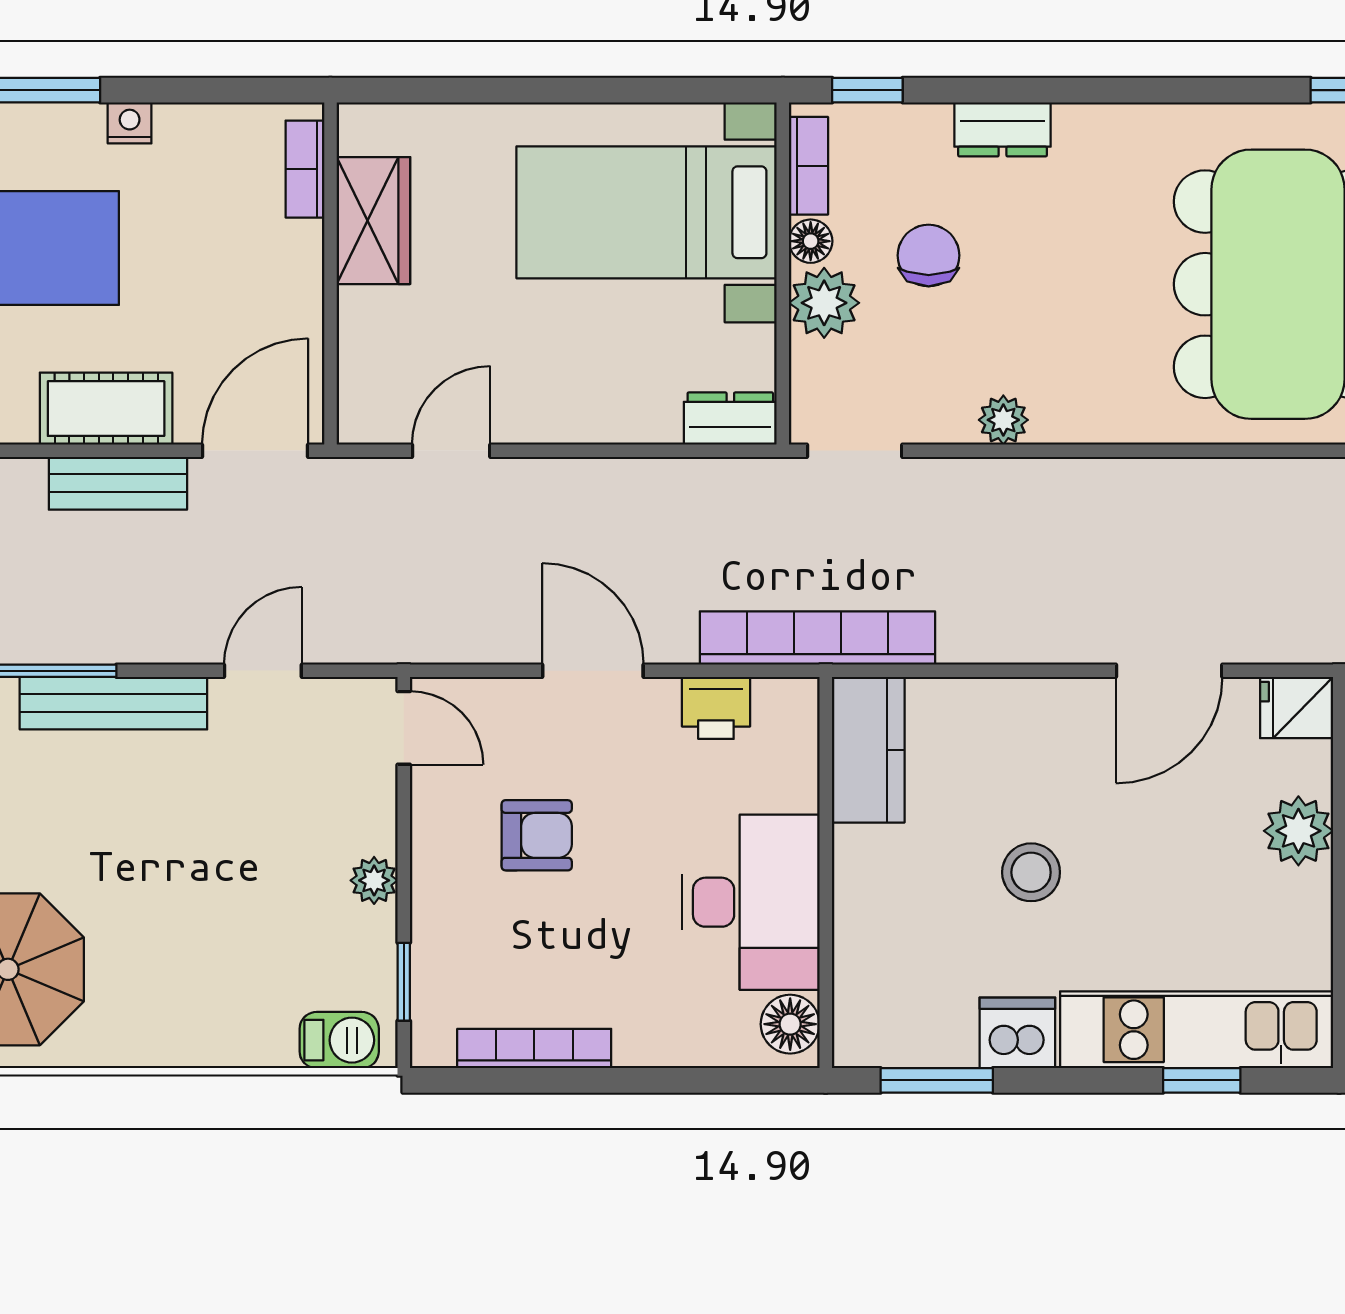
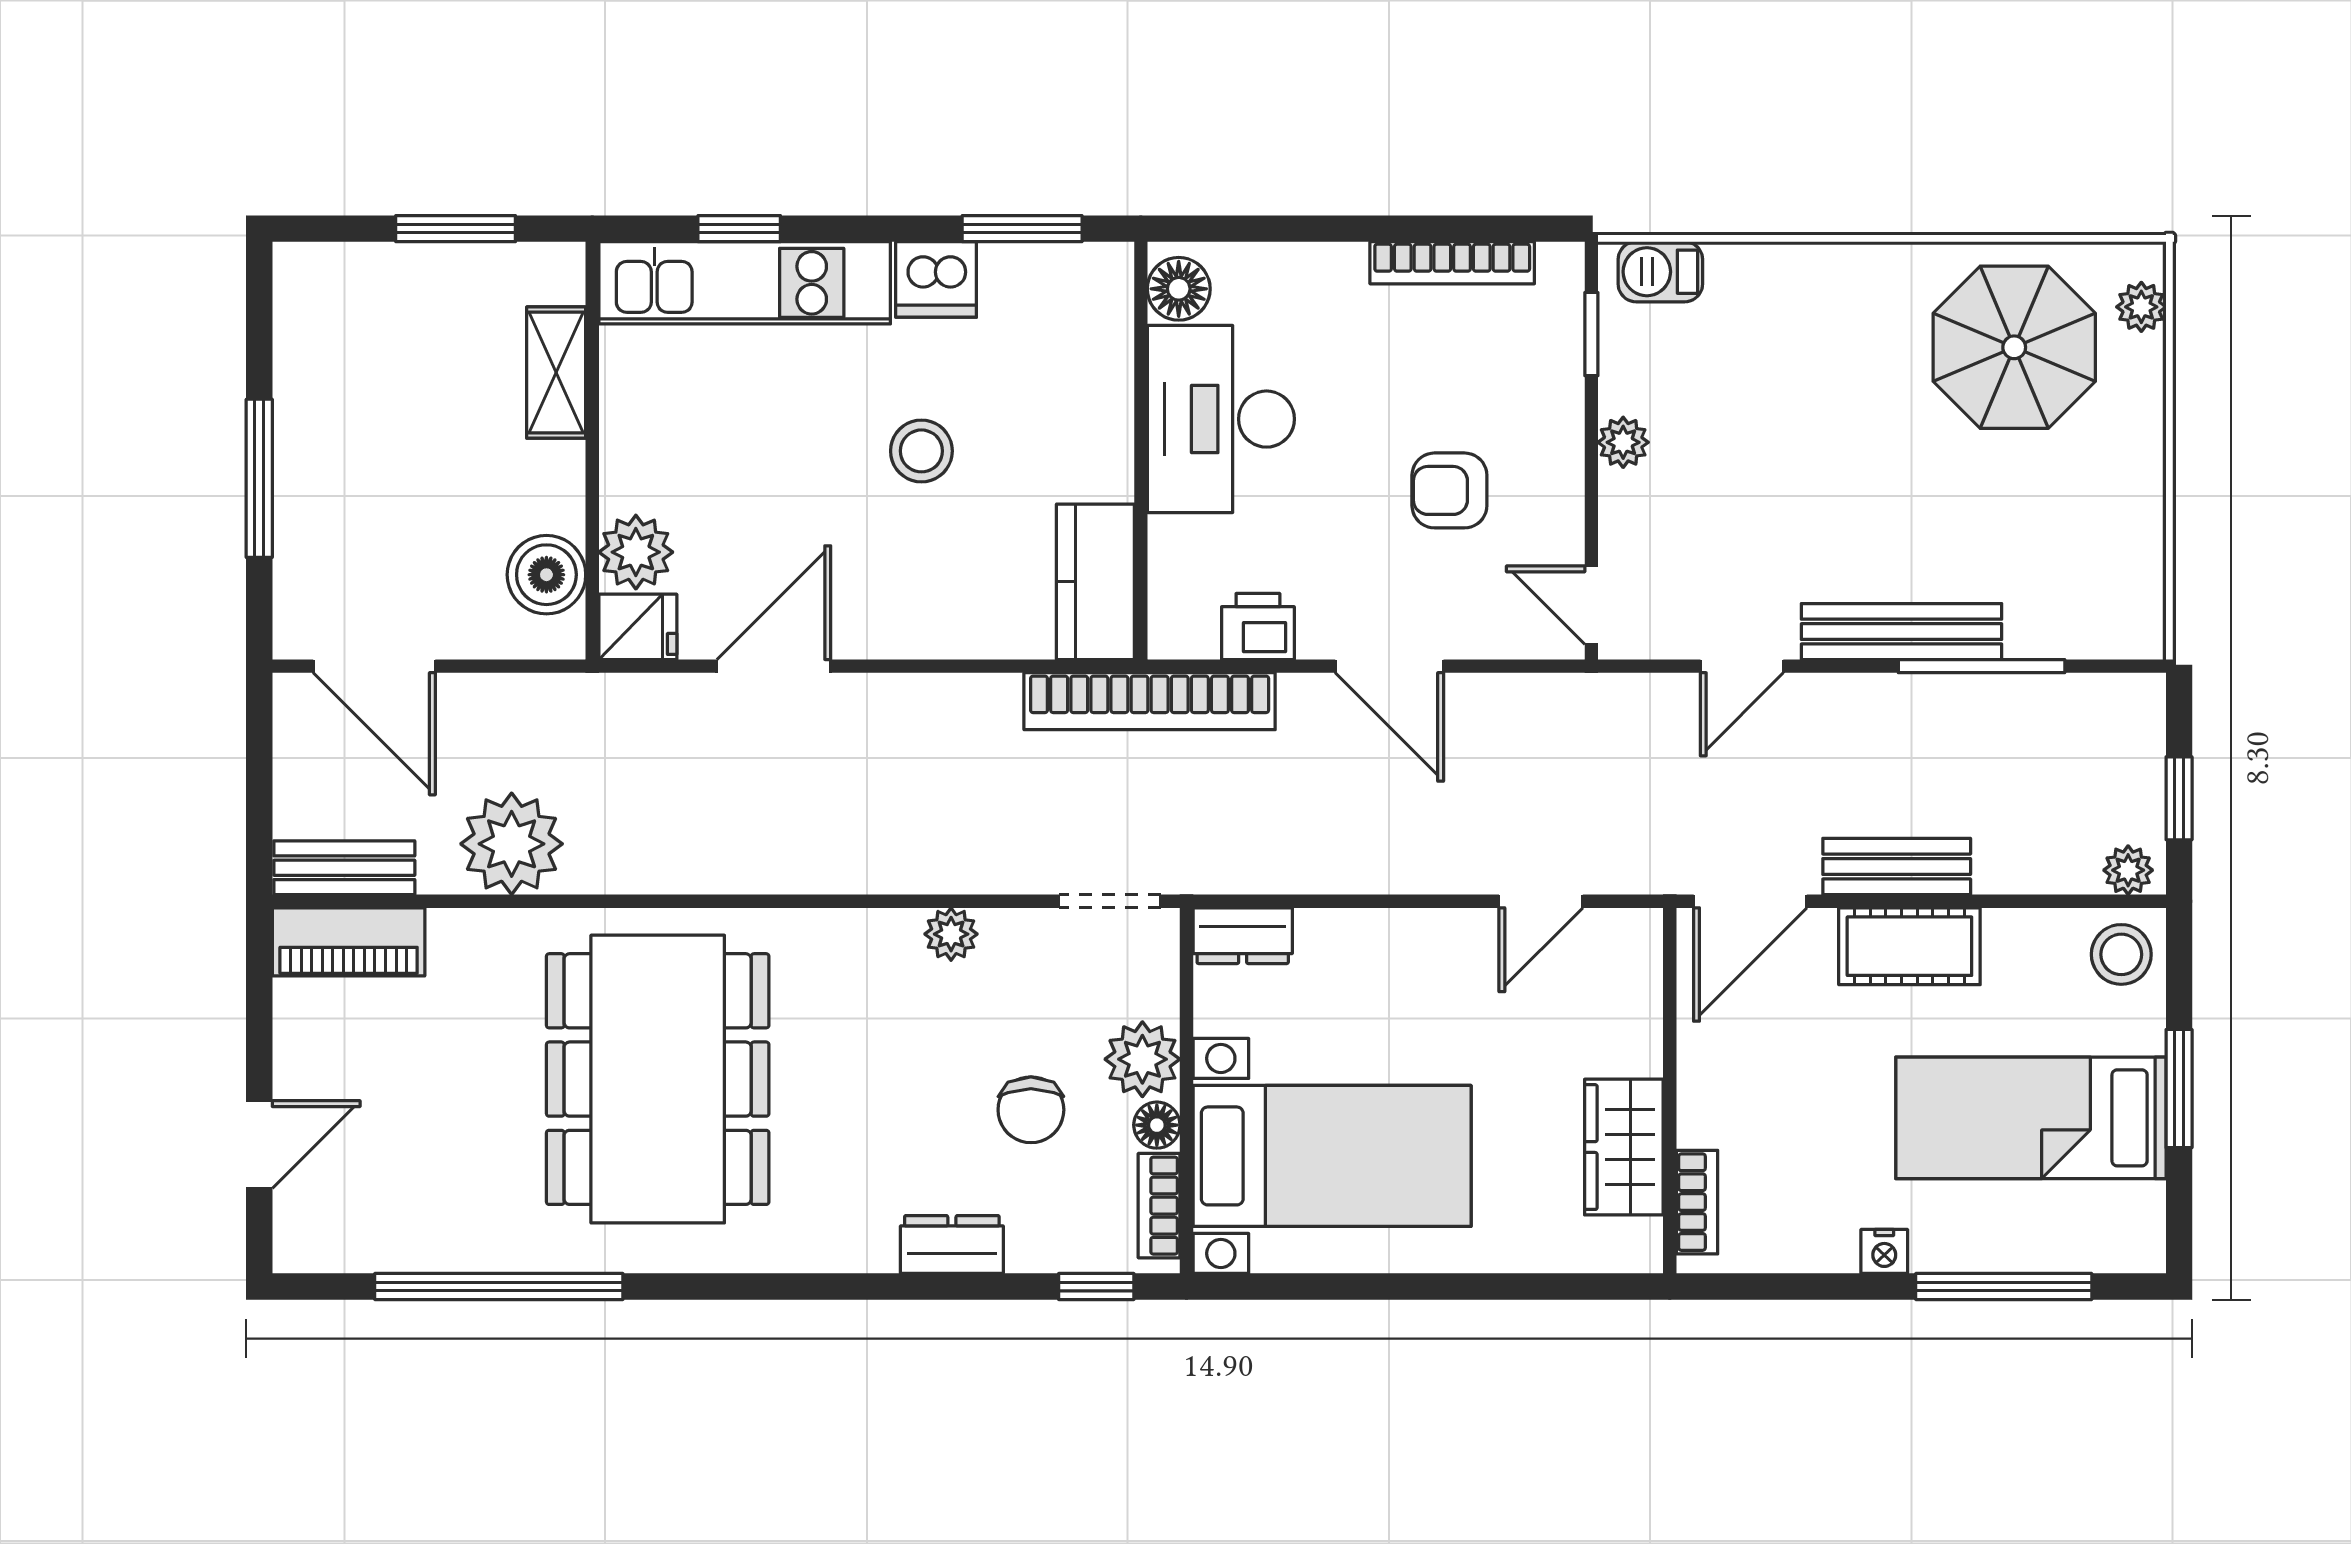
plant: (1298, 831) -> (636, 552), moved

